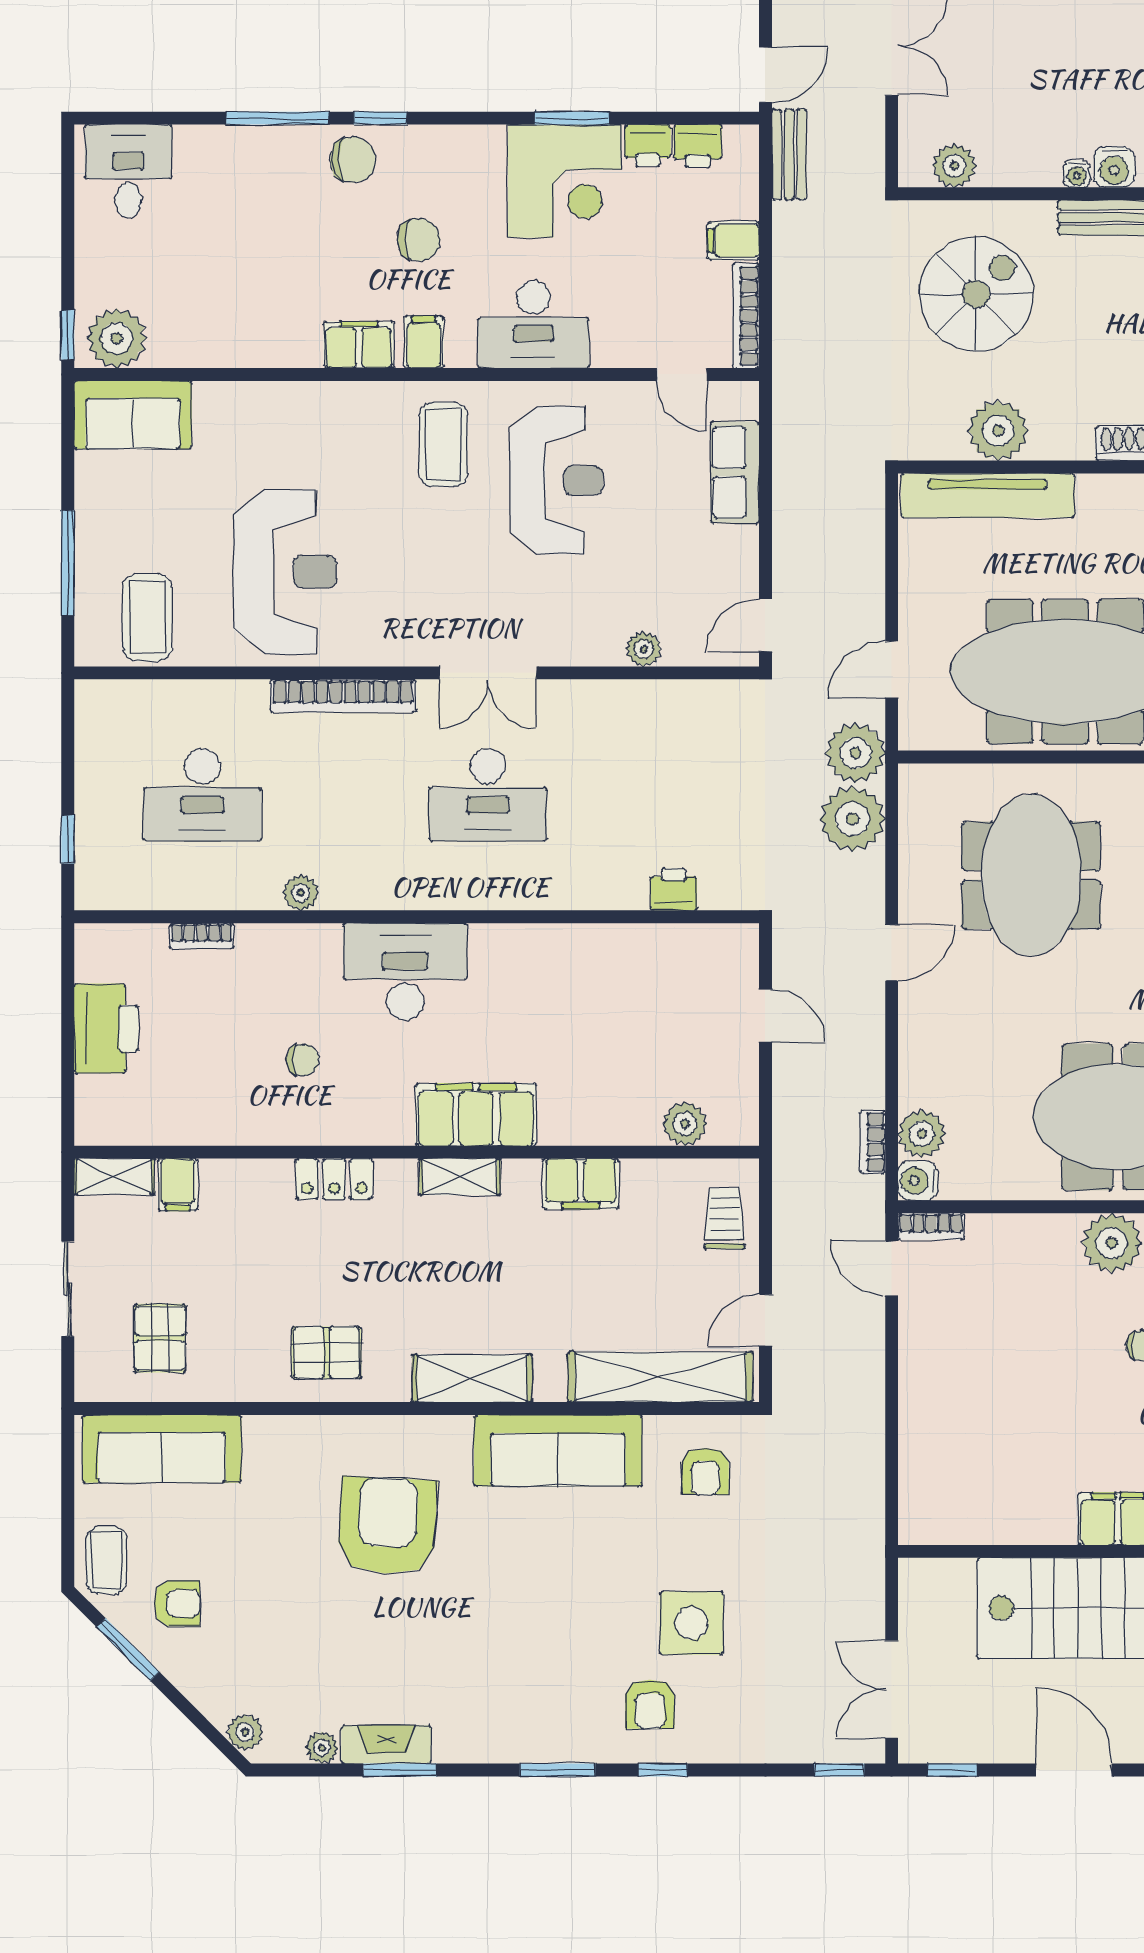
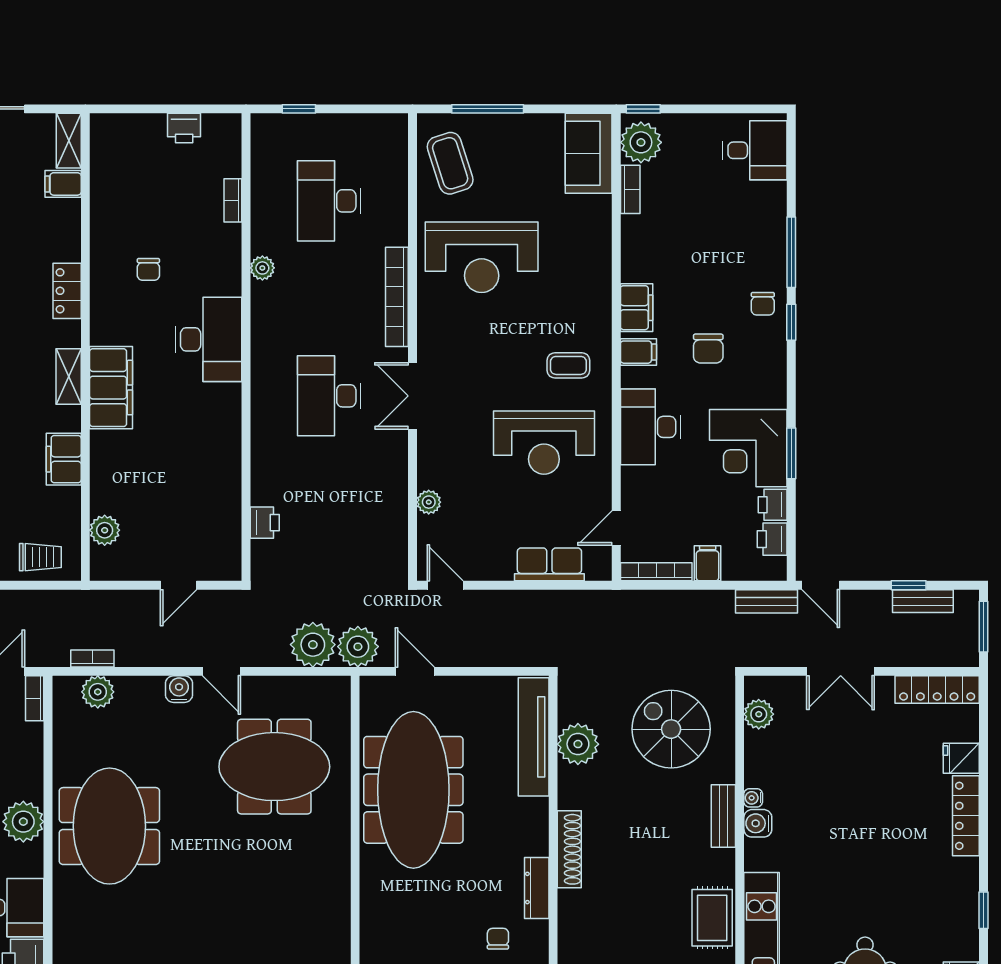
chair: (353, 160) -> (763, 304), width x0.73, depth x0.73
spiral stairs: (976, 294) -> (671, 729), turned 180
bookcase: (186, 354) -> (630, 189), added
coffee table: (443, 445) -> (568, 365), width x0.73, depth x0.77
coffee table: (147, 618) -> (450, 163), turned 72
printer: (106, 1028) -> (184, 128), width x0.53, depth x0.68
water cooler: (918, 1181) -> (179, 689), moved

